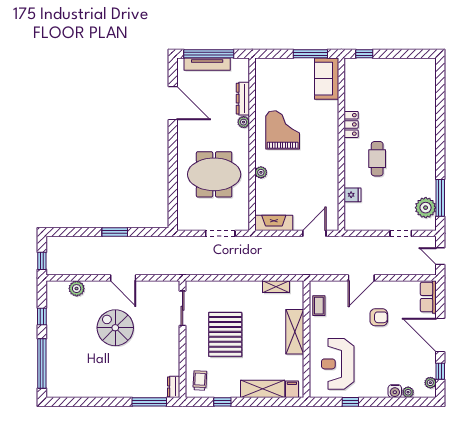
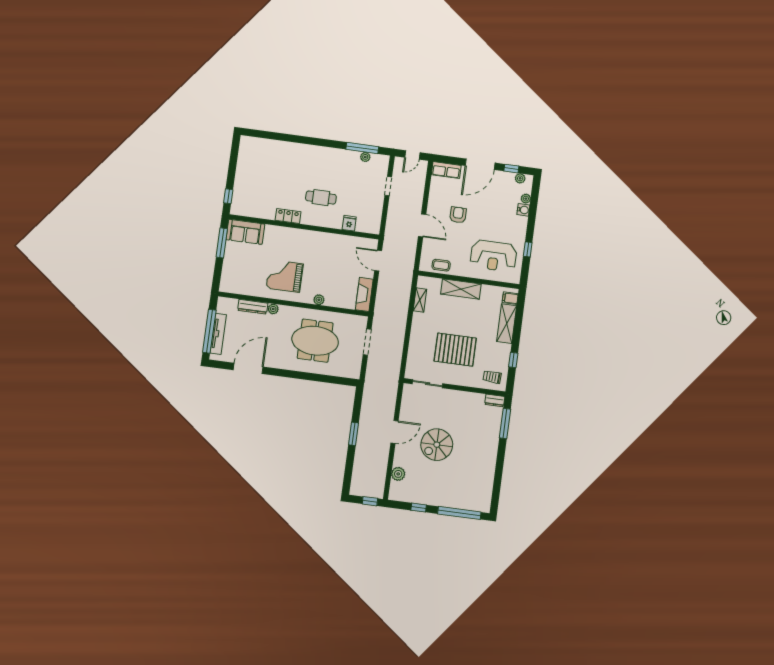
meeting table: (214, 174) -> (315, 341), turned 90
plant: (426, 208) -> (365, 157), width x0.53, depth x0.53

